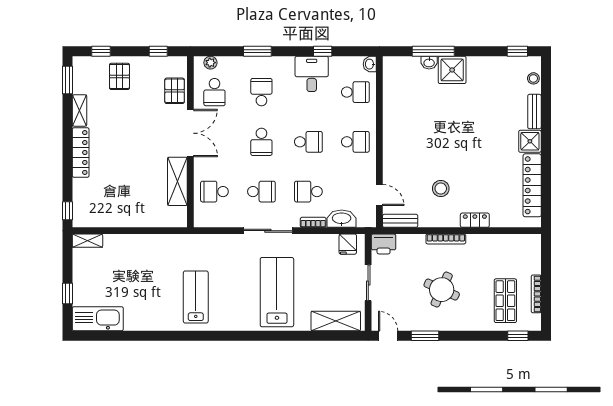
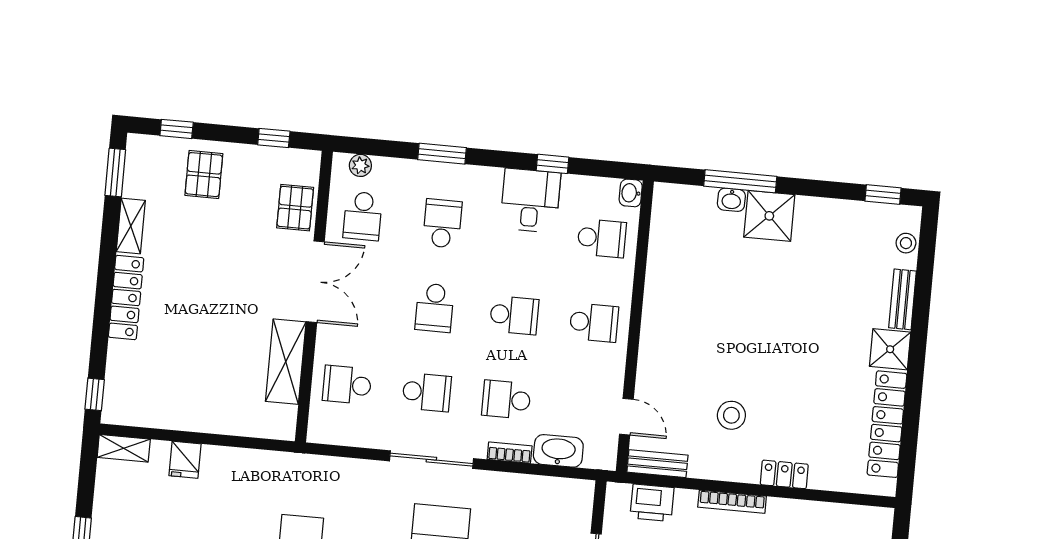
fridge: (348, 244) -> (185, 460), moved
printer: (384, 244) -> (652, 503), moved

